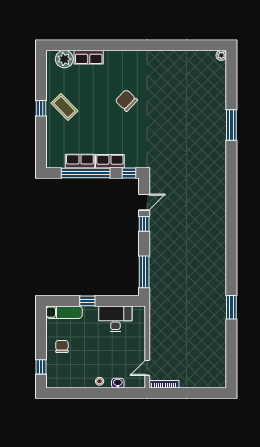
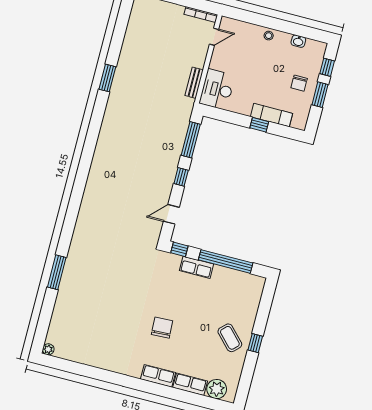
chair: (126, 100) -> (162, 328), turned -137
row of seats: (80, 161) -> (158, 376), moved, turned 180
window: (144, 224) -> (181, 177), moved
exam couch: (64, 312) -> (272, 115), moved
desk: (115, 319) -> (217, 89), moved, turned 90
bench: (154, 323) -> (194, 83), added
window: (41, 341) -> (320, 95), added
washbasin: (118, 383) -> (298, 41), moved

